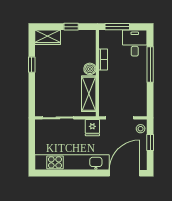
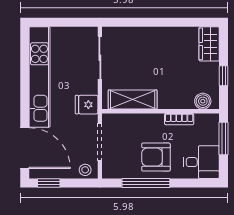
window: (32, 65) -> (172, 22), removed
window: (150, 65) -> (146, 183), moved
boiler: (90, 69) -> (203, 101), moved
armchair: (131, 77) -> (156, 157), added
window: (150, 142) -> (49, 183), moved

